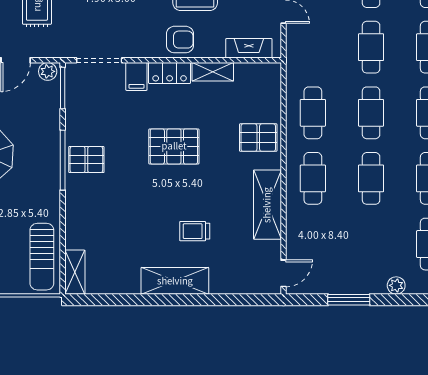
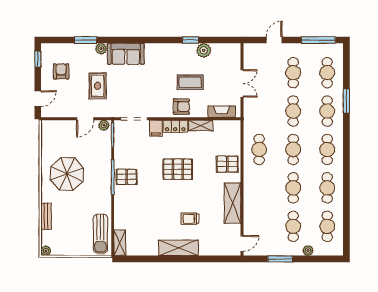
cafe table: (313, 178) -> (293, 226), moved

